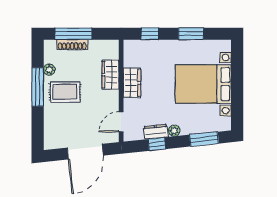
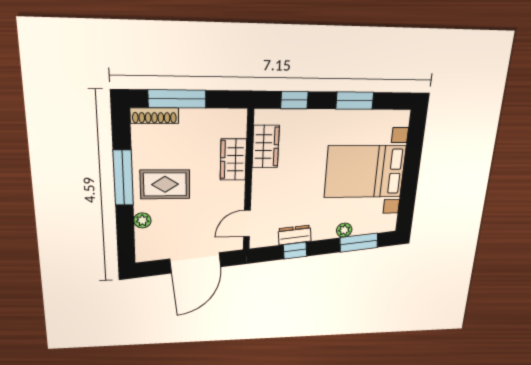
shoe rack: (72, 45) -> (154, 116), moved
plant: (49, 70) -> (142, 220), moved
wardrobe: (132, 83) -> (266, 147), moved
plant: (174, 131) -> (344, 230), moved

